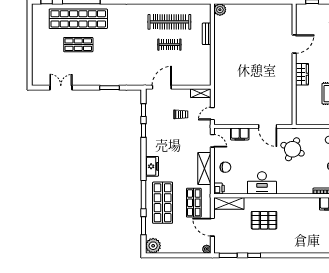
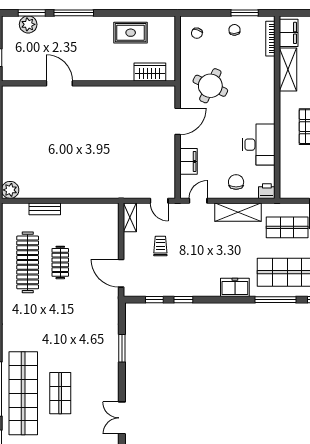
wardrobe: (302, 74) -> (150, 72), moved
desk: (262, 183) -> (259, 145), moved
shelving: (229, 203) -> (288, 69), moved

